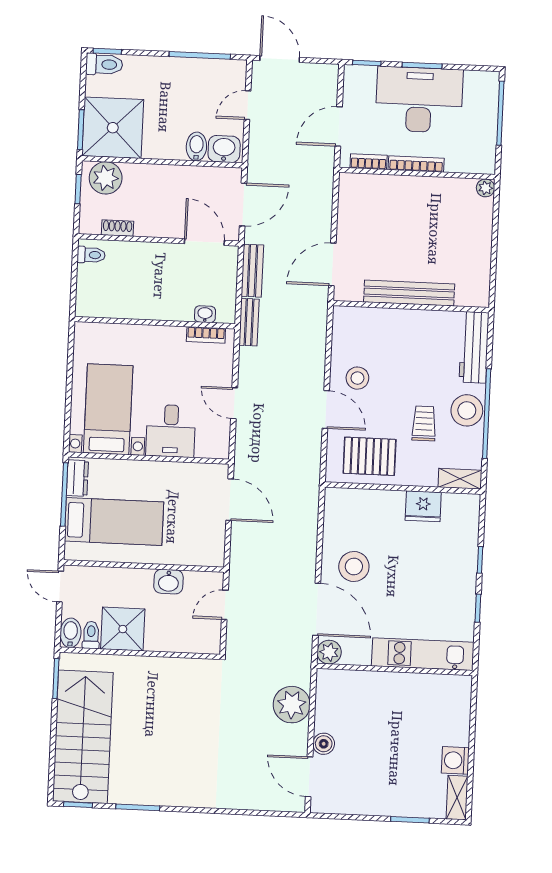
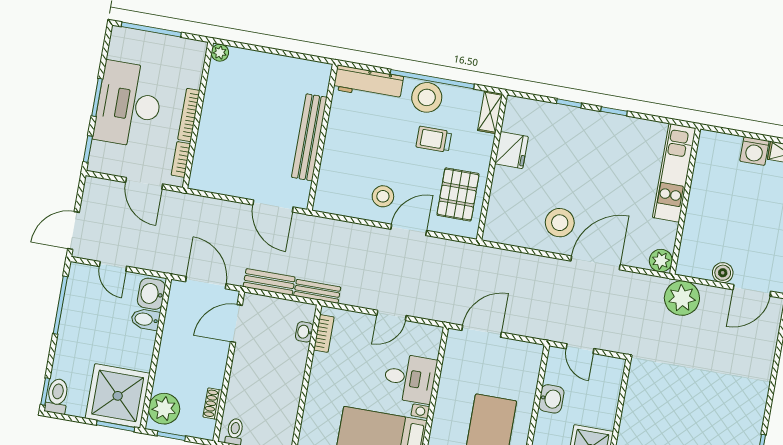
plant: (329, 652) -> (661, 261), moved
kitchen unit: (423, 654) -> (674, 173), moved
wall: (395, 669) -> (685, 201), moved

